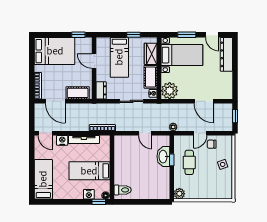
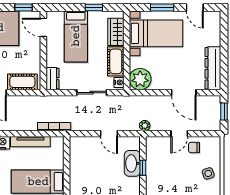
dresser: (226, 54) -> (213, 68), moved
door: (94, 61) -> (43, 27), moved
cafe table: (189, 162) -> (165, 171), removed

